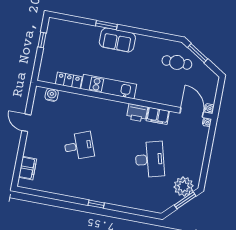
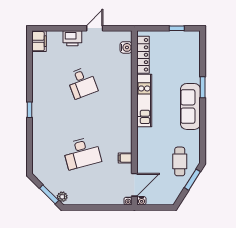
sofa: (117, 40) -> (190, 106), width x1.36
locker: (69, 80) -> (143, 55), width x1.53
printer: (137, 113) -> (72, 38), moved, turned -90
filing cabinet: (158, 116) -> (125, 158), width x0.50
filing cabinet: (28, 168) -> (39, 41), moved, turned -90
plant: (184, 186) -> (62, 197), width x0.53, depth x0.53

